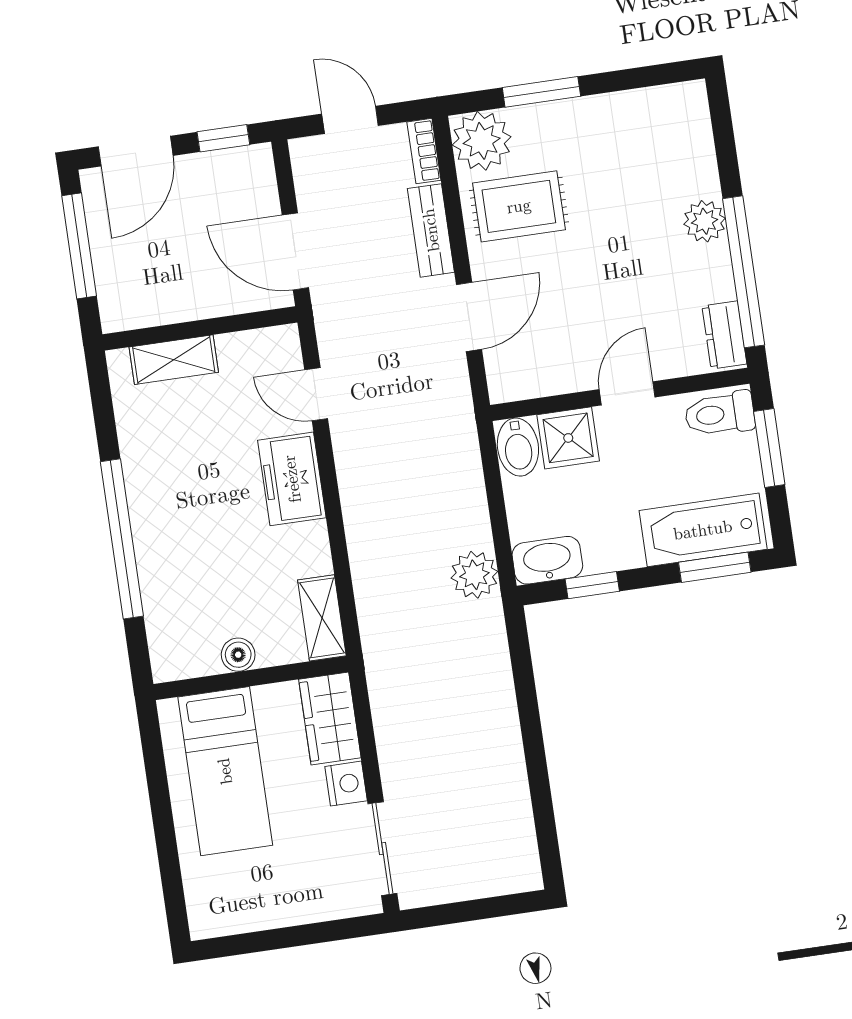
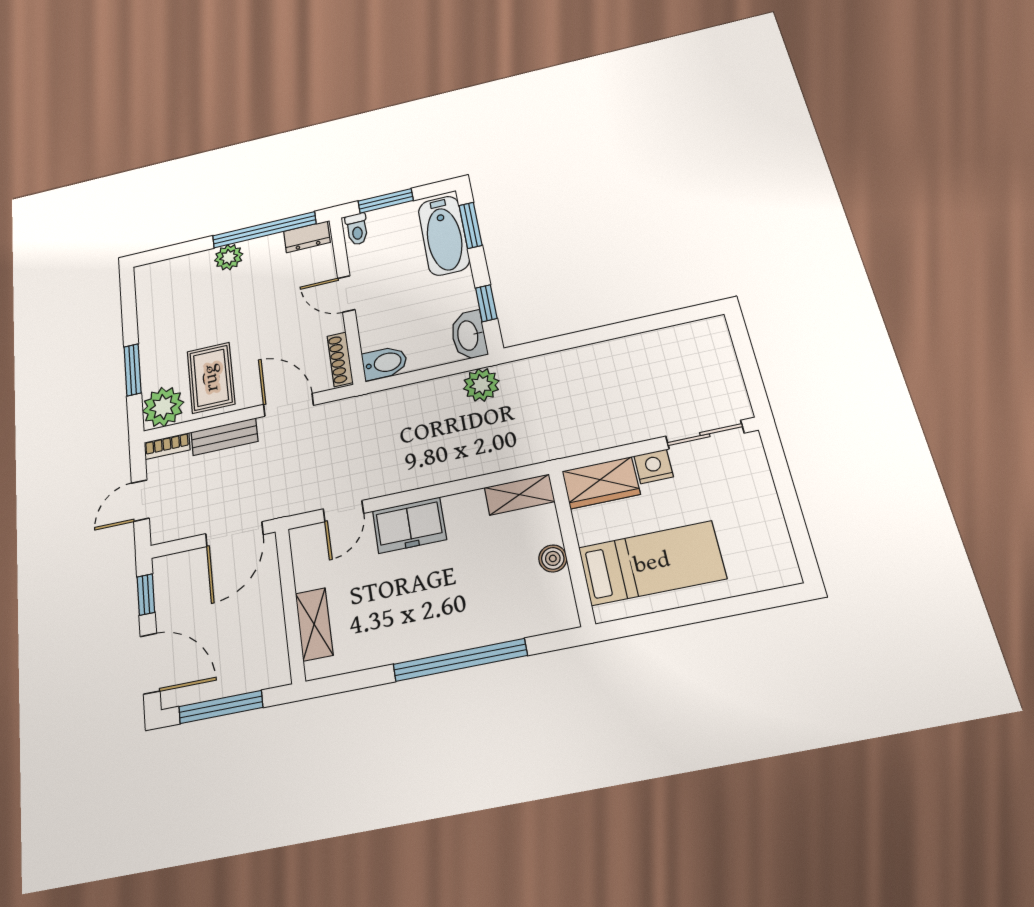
shoe rack: (529, 386) -> (340, 359), added
toilet: (720, 414) -> (357, 229), width x0.73, depth x0.72
shower: (568, 438) -> (378, 330), removed

